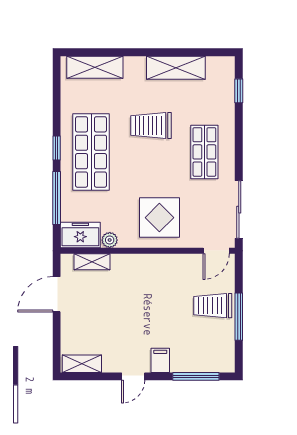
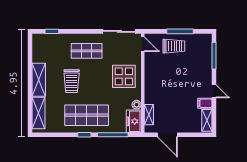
shelving: (176, 68) -> (39, 80), moved
trolley: (213, 306) -> (174, 46), turned -90
filing cabinet: (160, 360) -> (205, 103), moved

